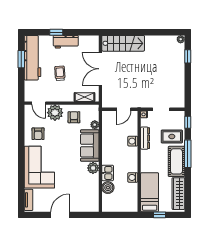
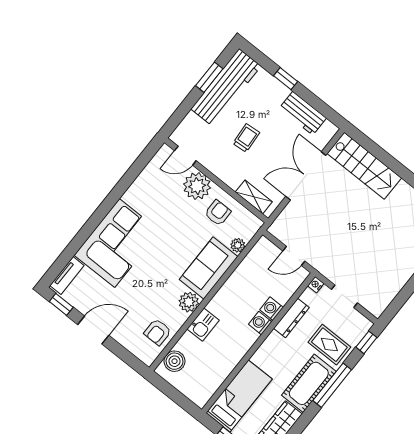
workbench: (66, 42) -> (303, 113), moved
door: (39, 103) -> (185, 156), hinge flipped
armchair: (38, 134) -> (158, 332), moved
washing machine: (133, 177) -> (260, 323), moved
boiler: (108, 188) -> (175, 361), moved
window: (36, 215) -> (61, 304), added

